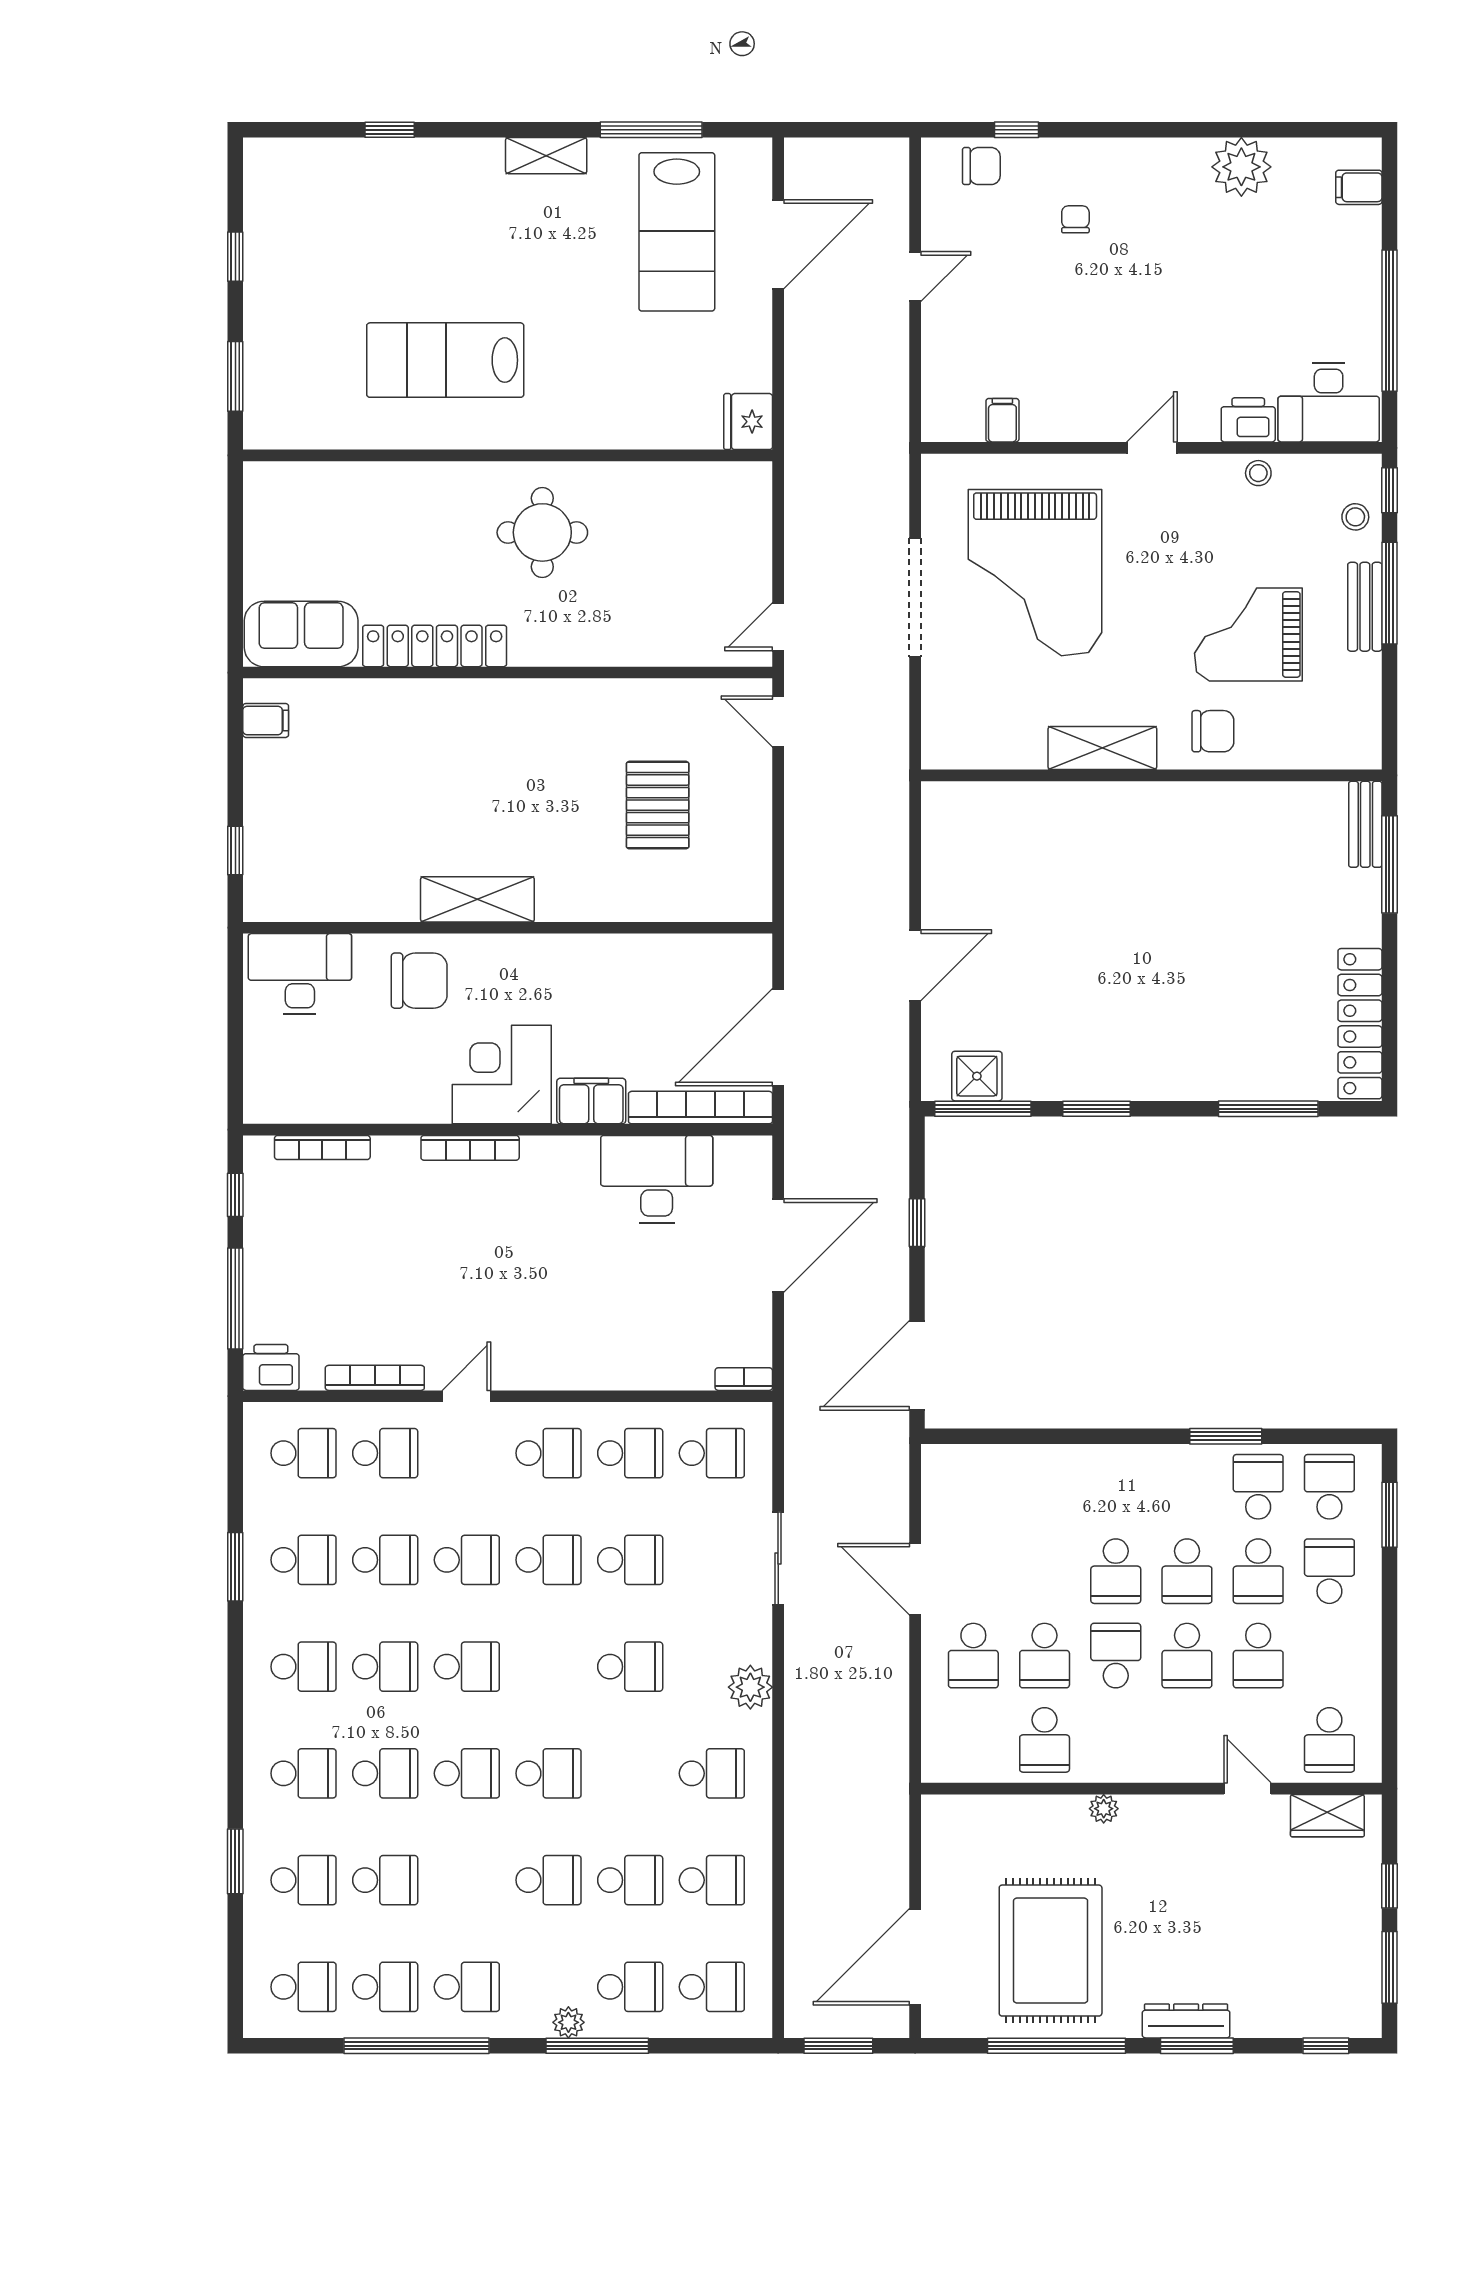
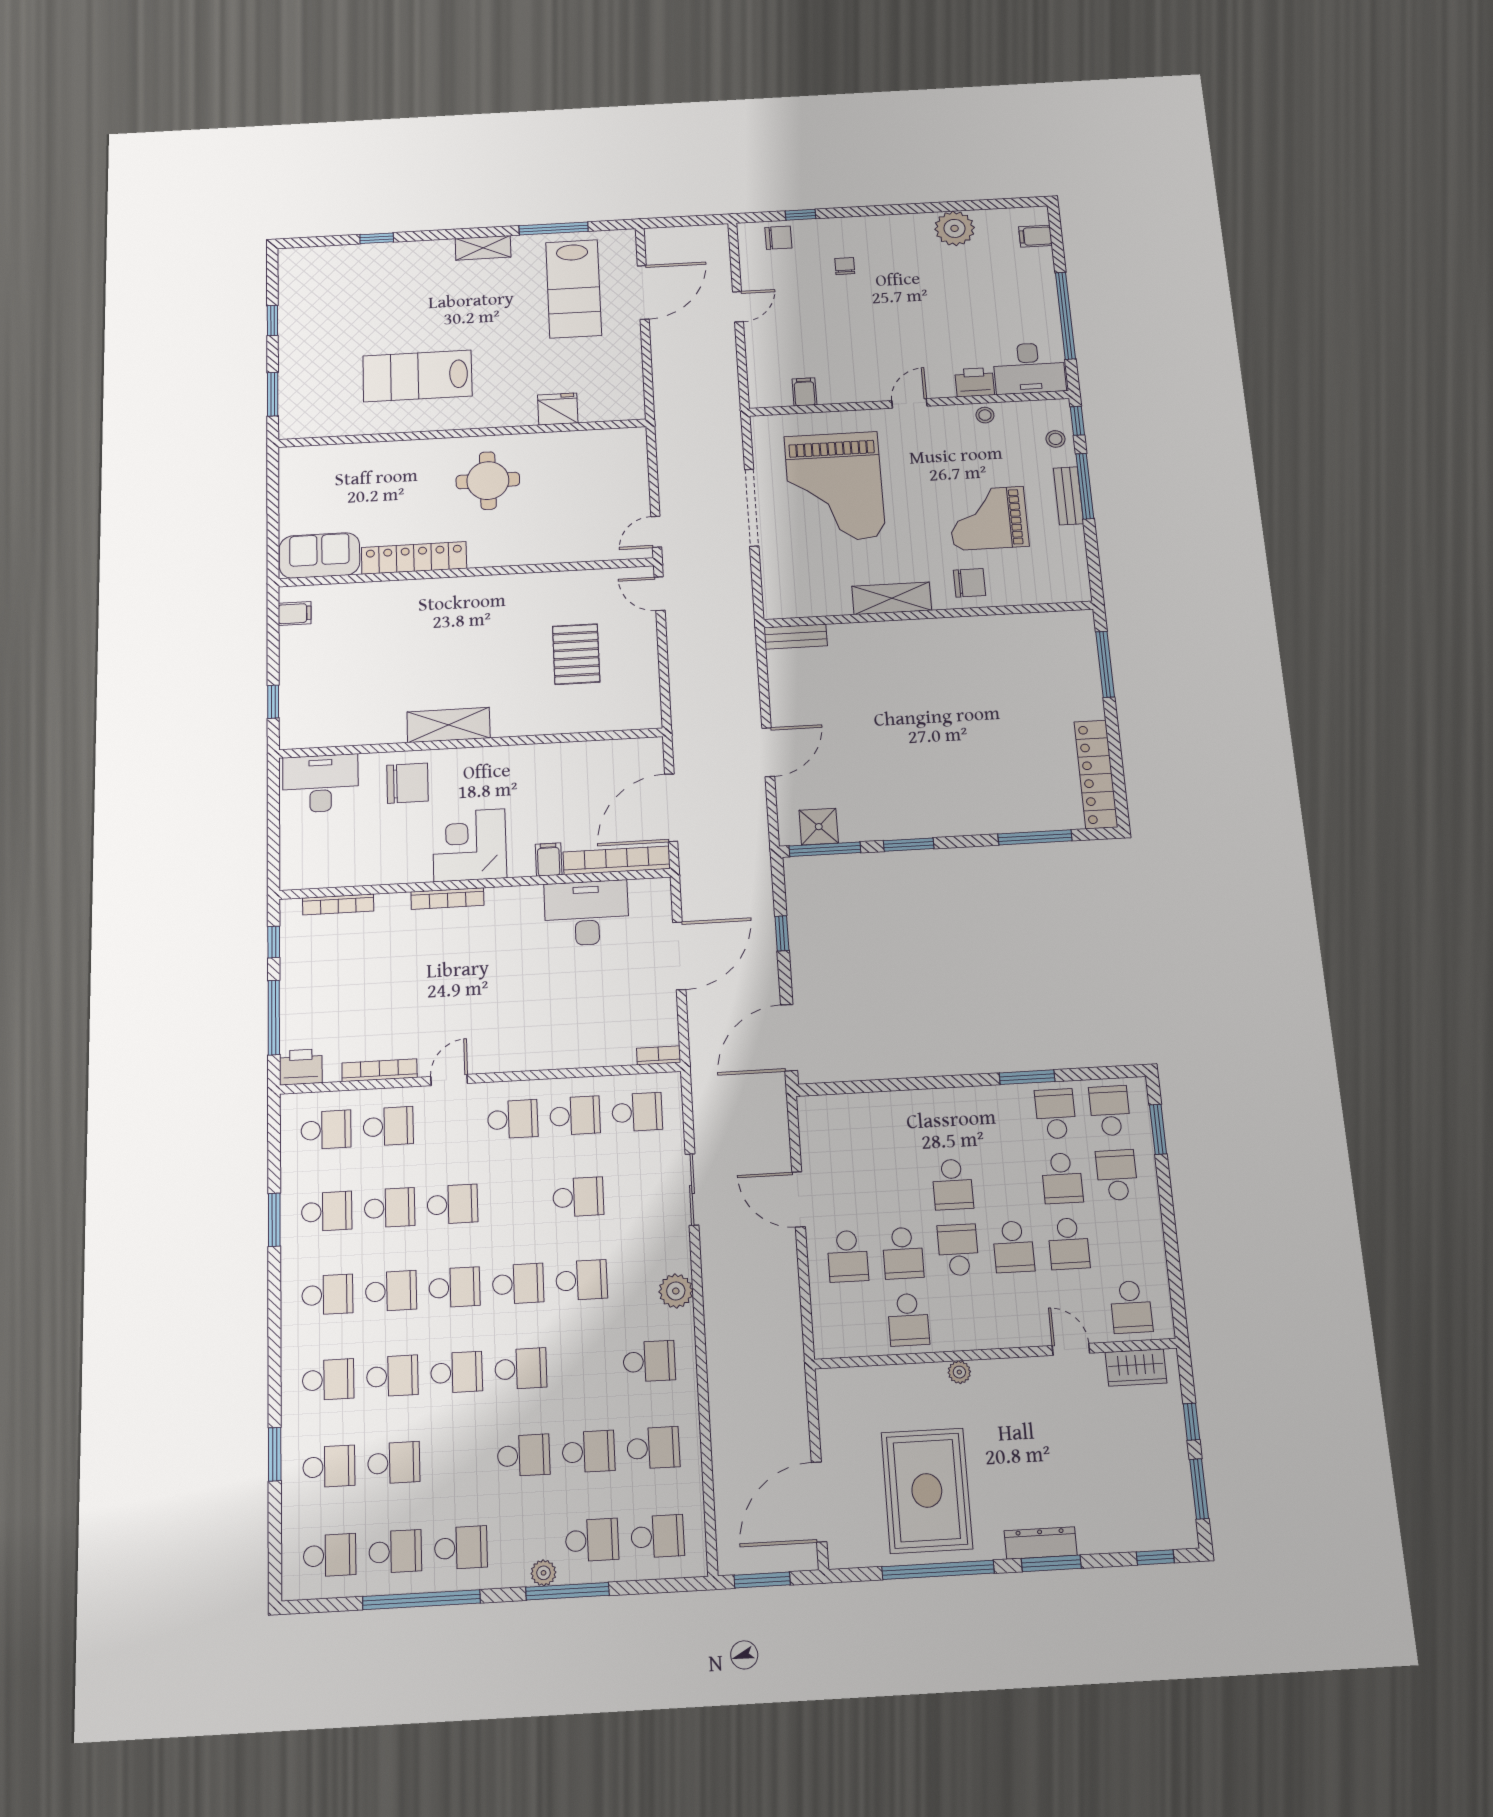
fridge: (748, 422) -> (558, 409), moved, turned 90
bench: (1365, 824) -> (796, 637), moved, turned 90
filing cabinet: (591, 1101) -> (549, 860), width x0.50
school desk: (548, 1560) -> (518, 1284), moved
school desk: (1187, 1571) -> (1007, 1181), removed

